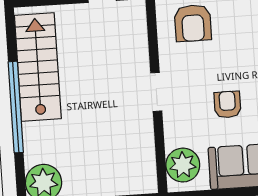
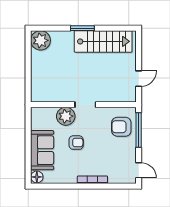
window: (16, 107) -> (82, 28), width x0.47
plant: (183, 165) -> (66, 116), moved

